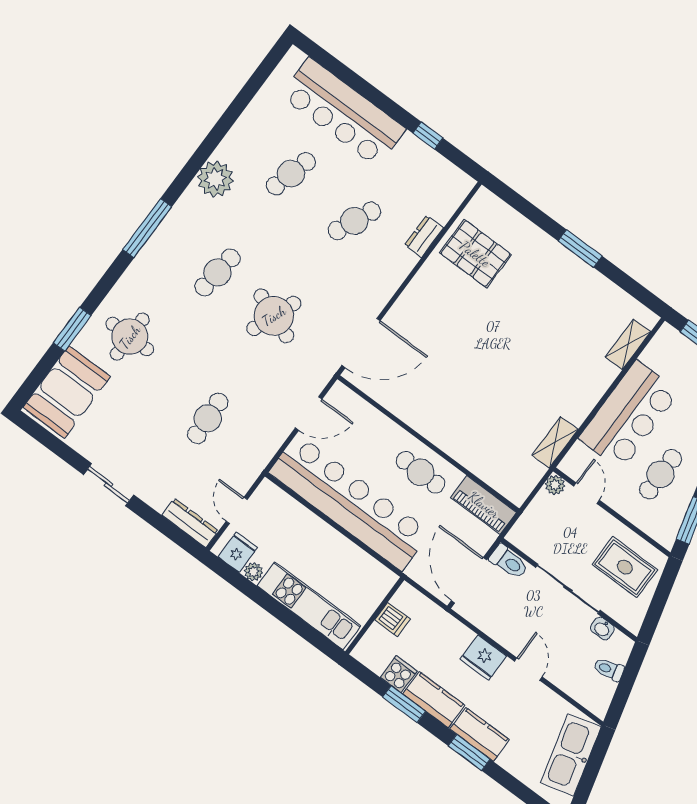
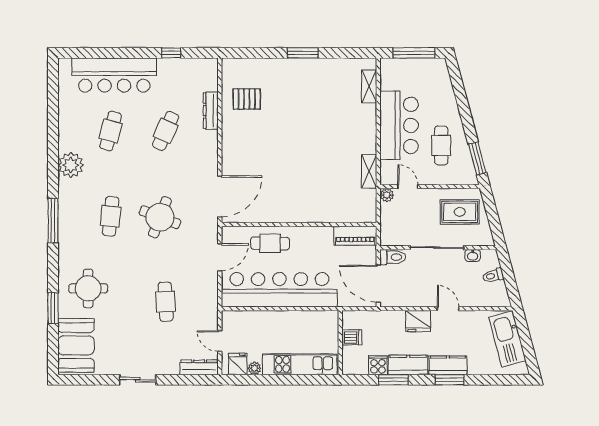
dresser: (424, 236) -> (211, 111), width x1.44
pallet: (475, 254) -> (247, 99), width x0.67, depth x0.71
cafe table: (421, 472) -> (270, 243), moved

